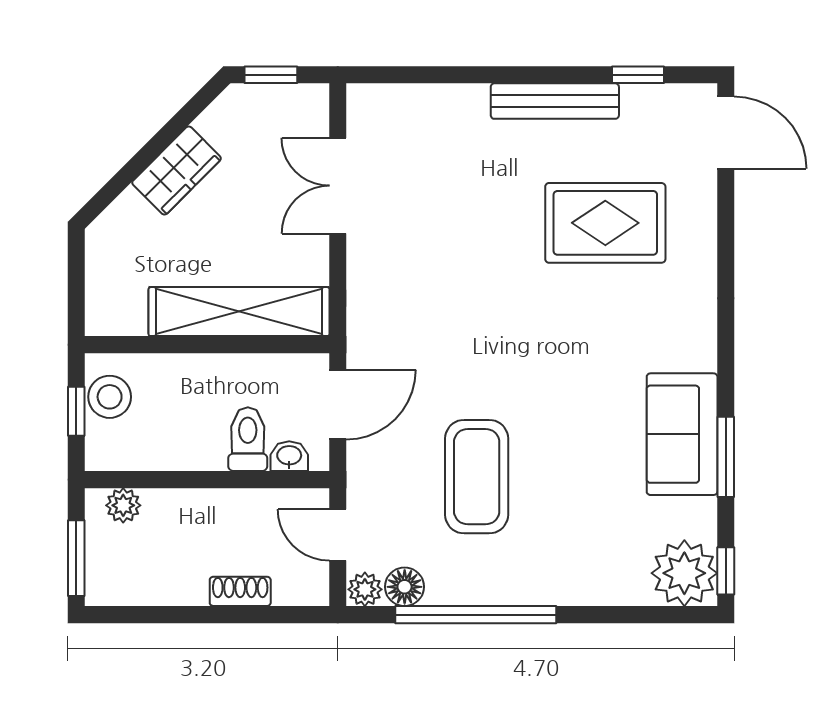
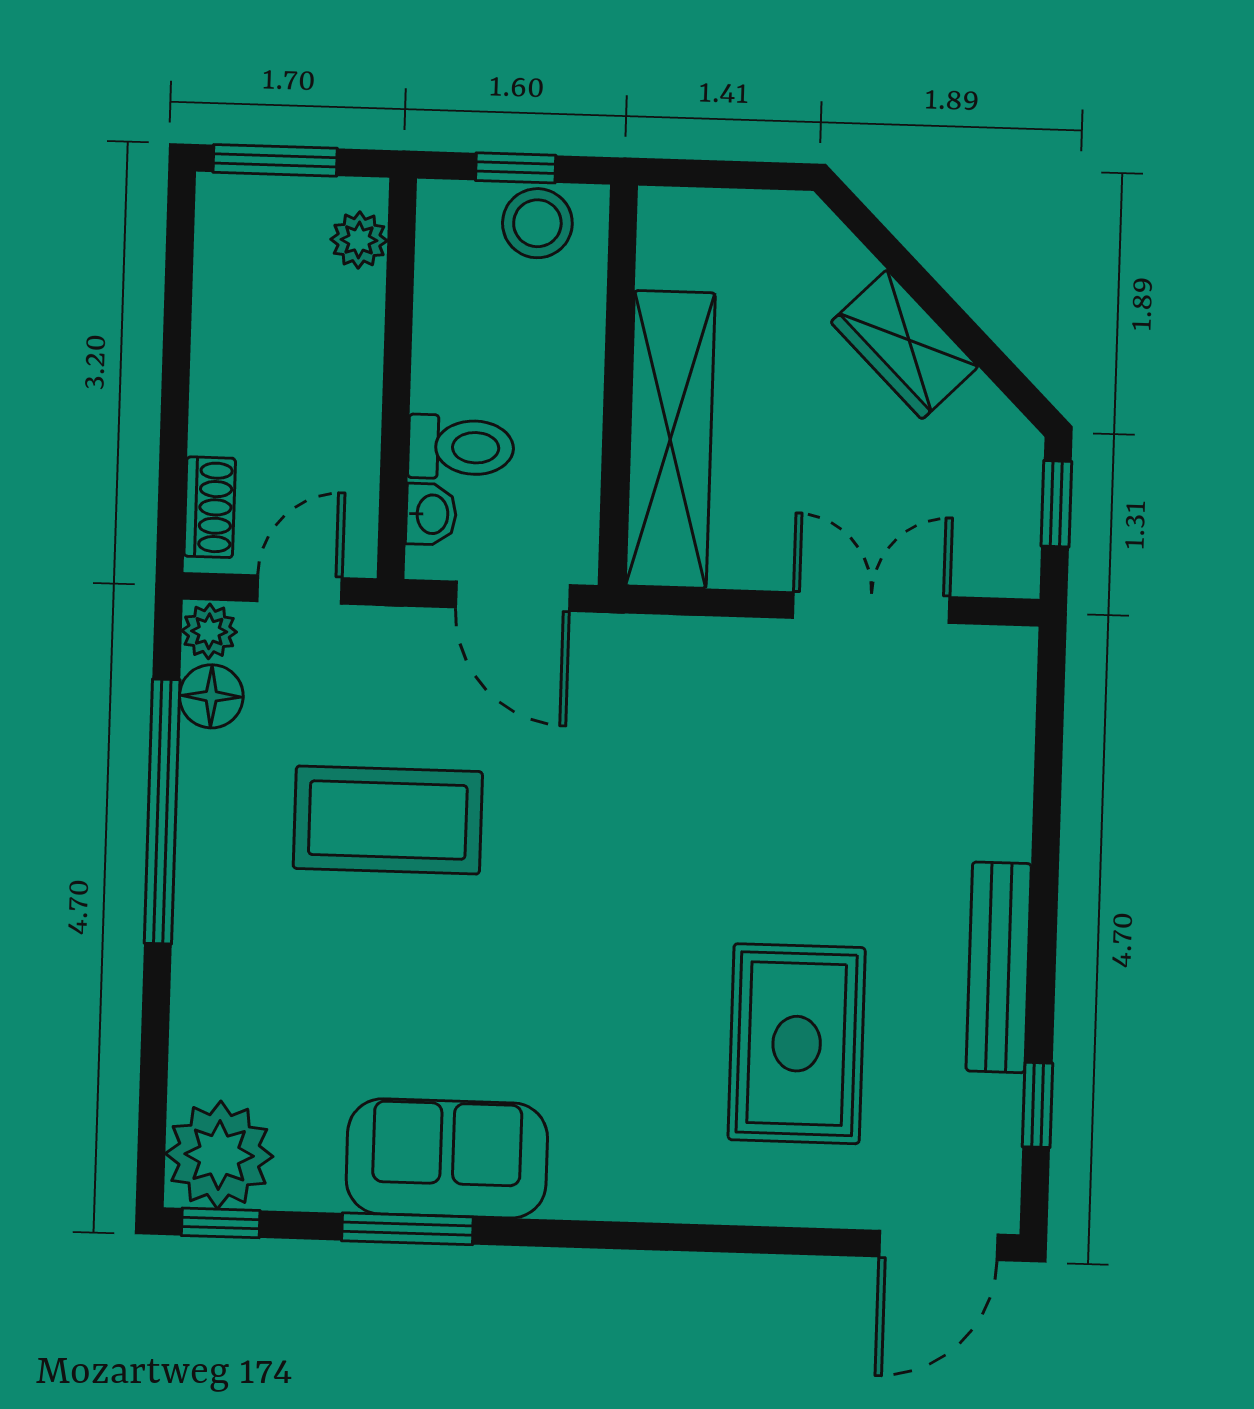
shoe rack: (240, 591) -> (210, 507), moved

